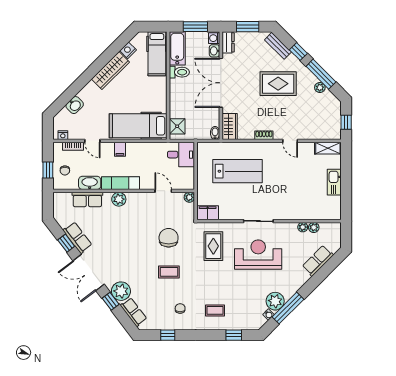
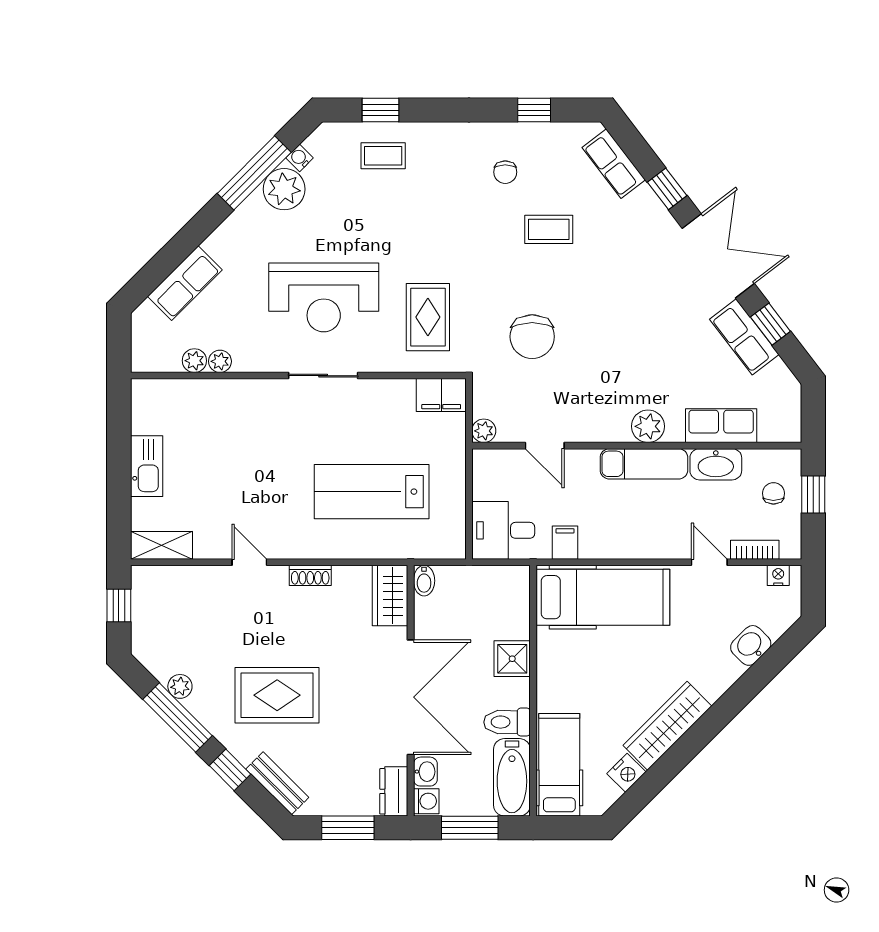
shower: (177, 126) -> (512, 659), moved
filing cabinet: (120, 149) -> (565, 543), moved
coffee table: (169, 272) -> (549, 229), moved
plant: (121, 291) -> (643, 212), removed
coffee table: (215, 310) -> (383, 156), moved

